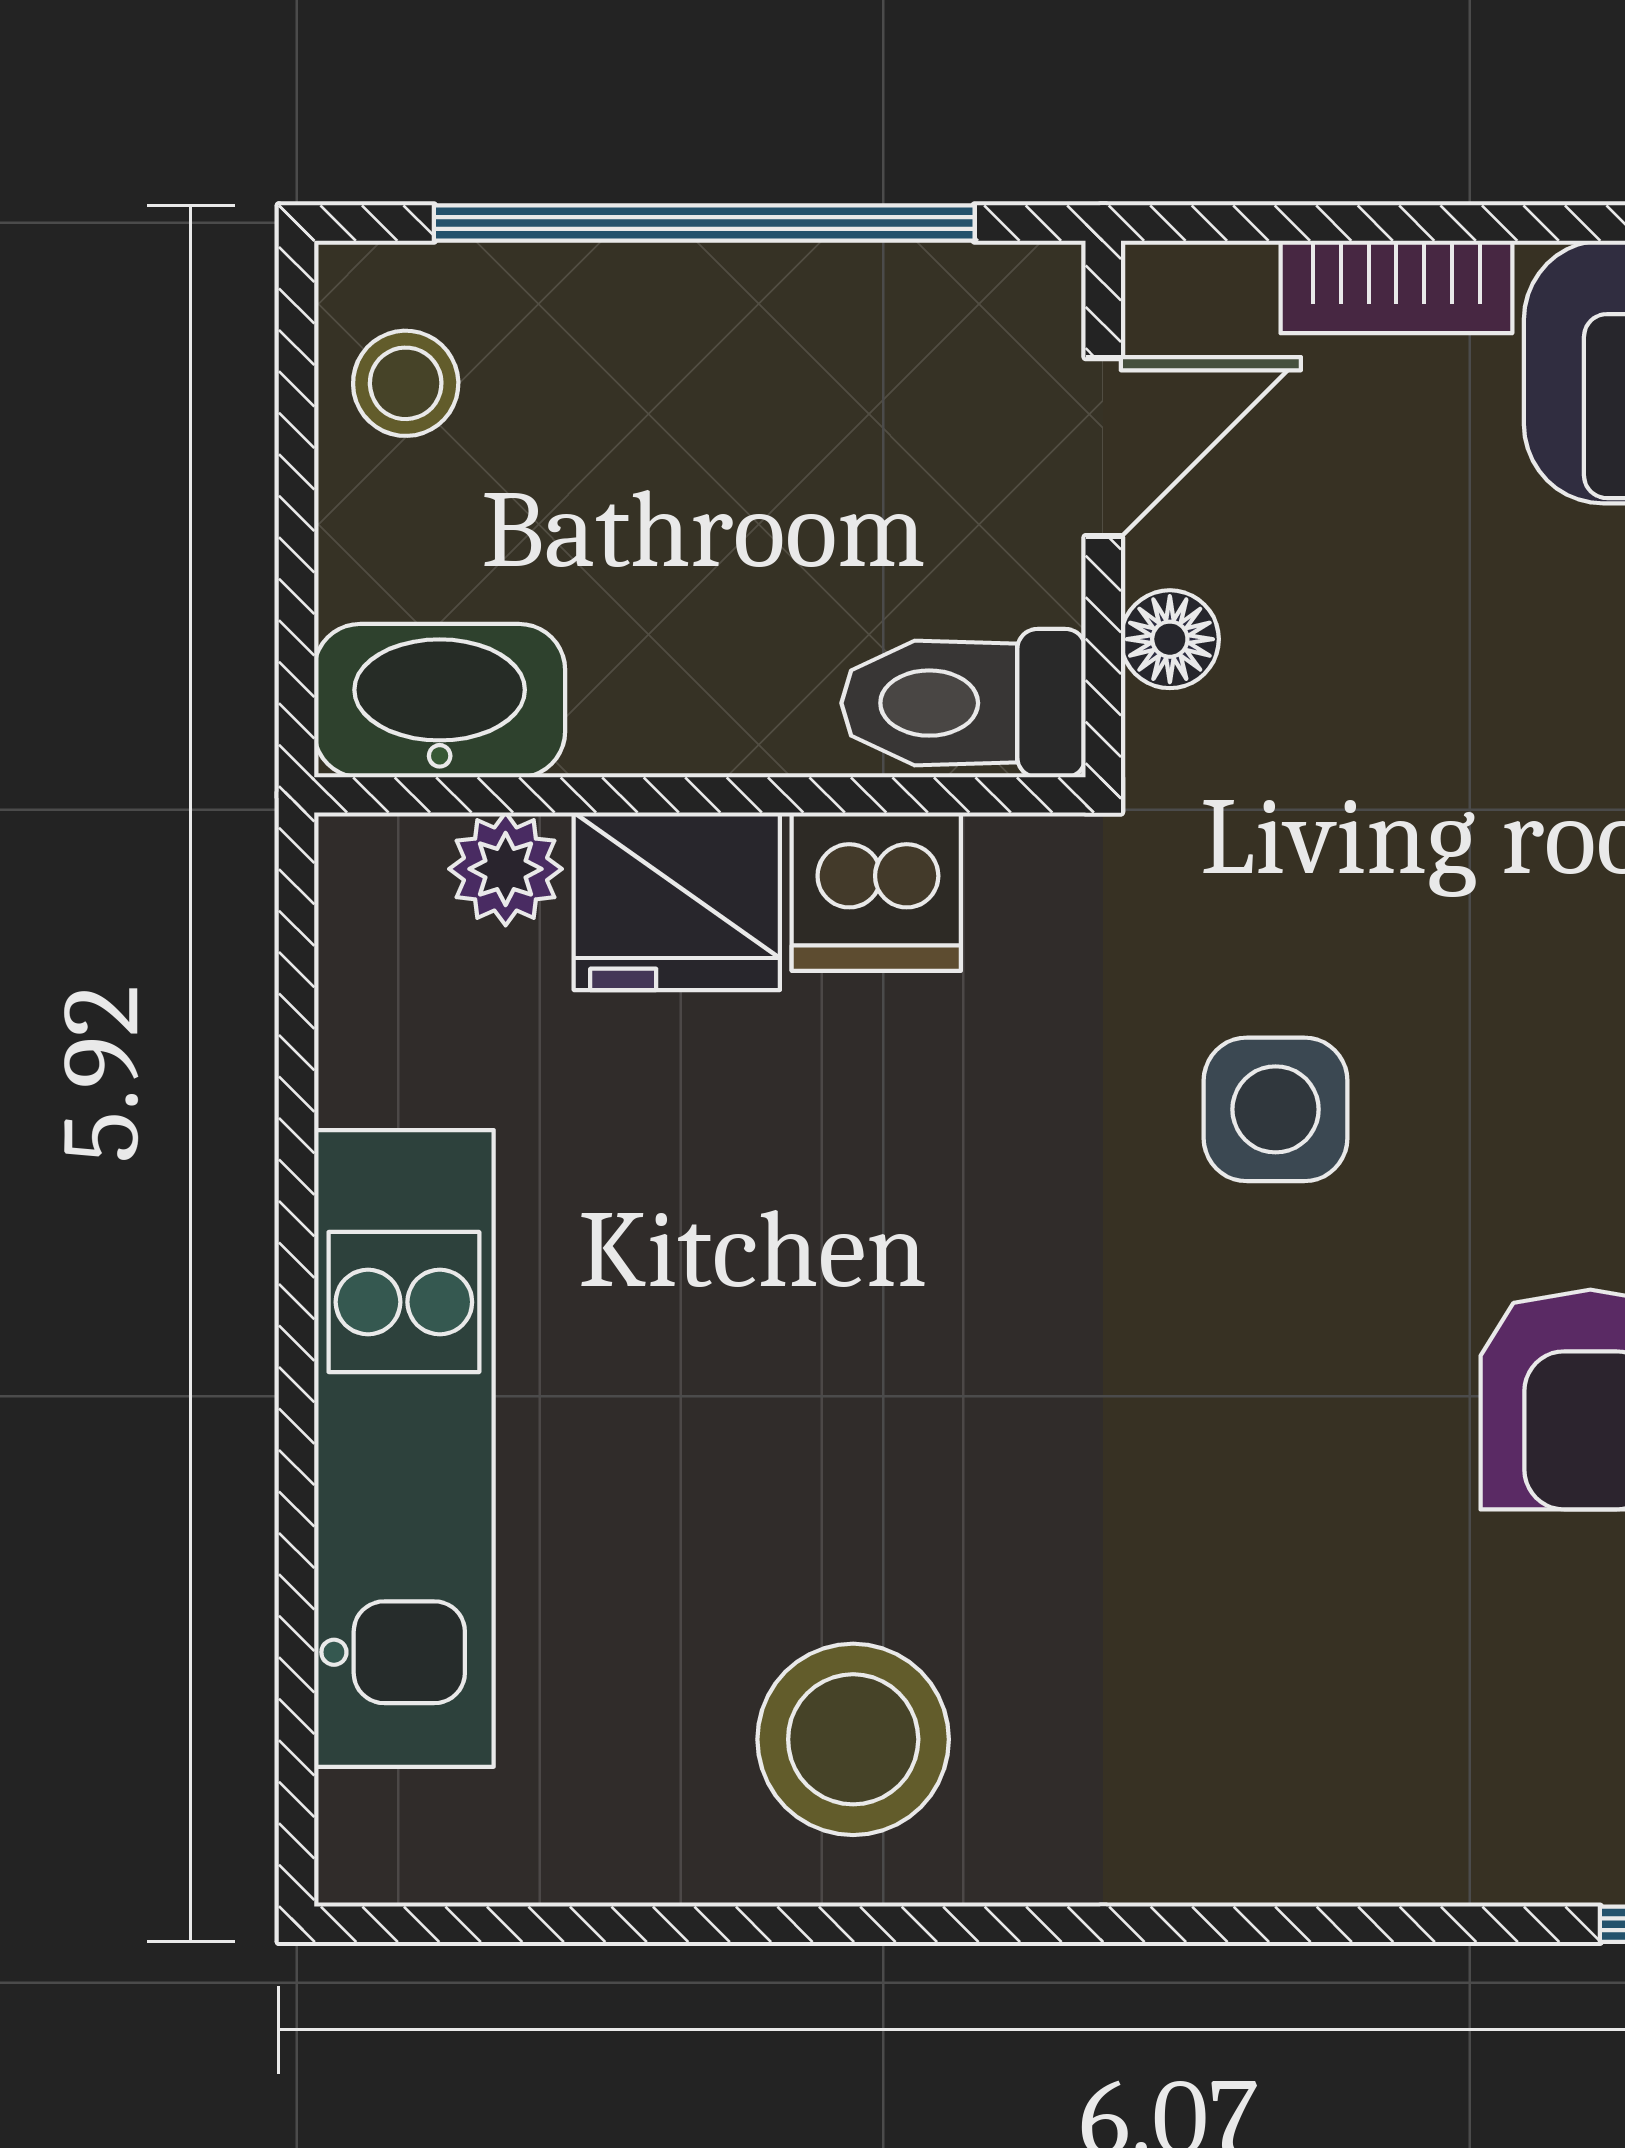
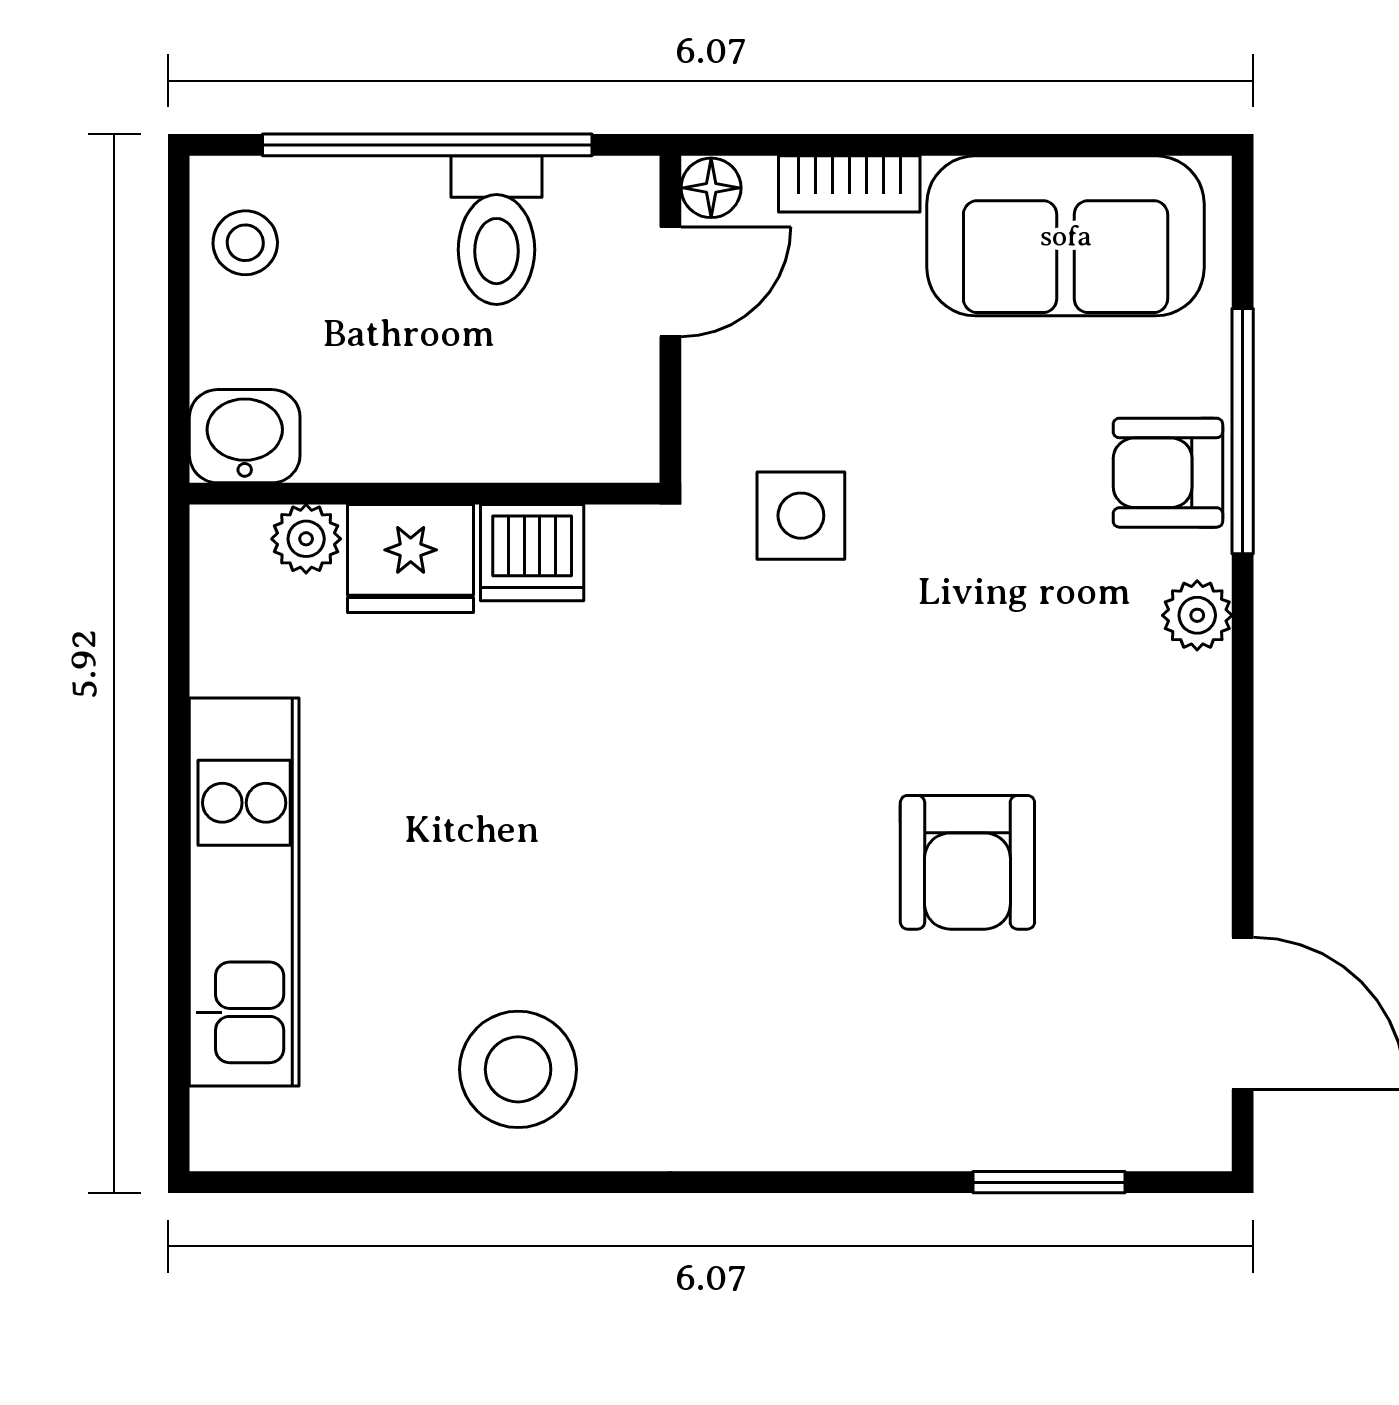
floor lamp: (1170, 639) -> (711, 188), moved
washbasin: (440, 701) -> (245, 436), width x0.72
toilet: (963, 703) -> (497, 230), moved, turned -90
side table: (1276, 1109) -> (801, 516), moved

